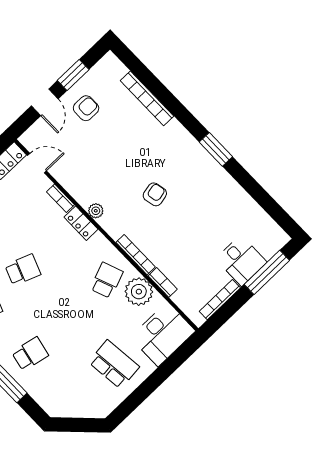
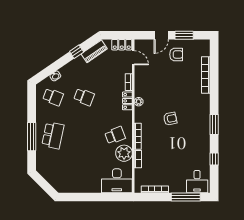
window: (257, 192) -> (214, 159), added
desk: (241, 261) -> (197, 182), moved
school desk: (30, 354) -> (53, 135), width x1.85
school desk: (114, 364) -> (84, 174), removed

